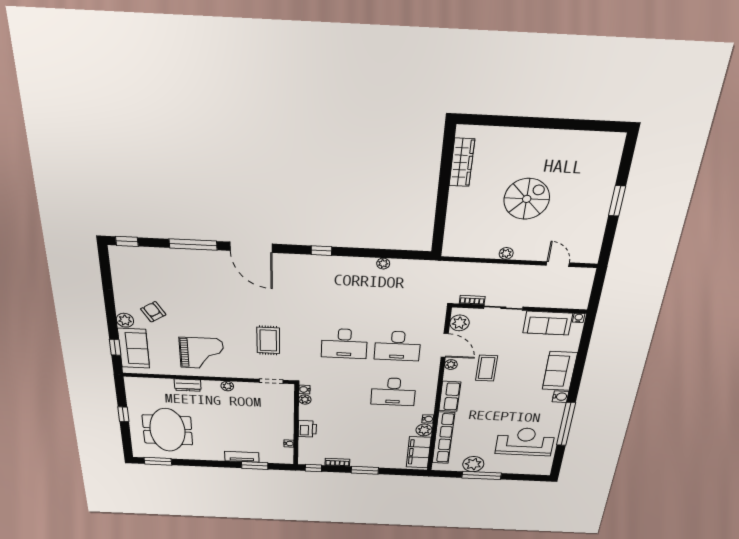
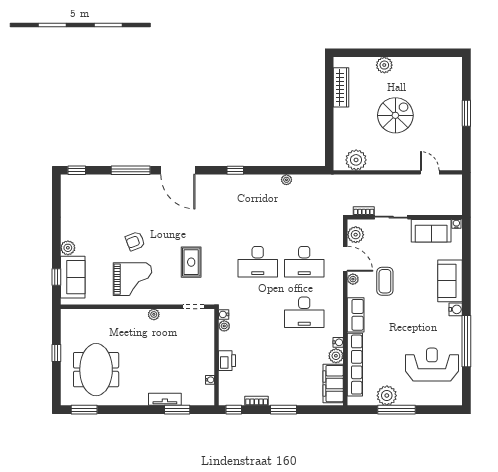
plant: (522, 138) -> (384, 65), added
plant: (506, 253) -> (356, 160), moved, width x1.88, depth x1.88
armchair: (153, 312) -> (135, 241), moved, turned -79
dresser: (188, 385) -> (118, 315), removed

